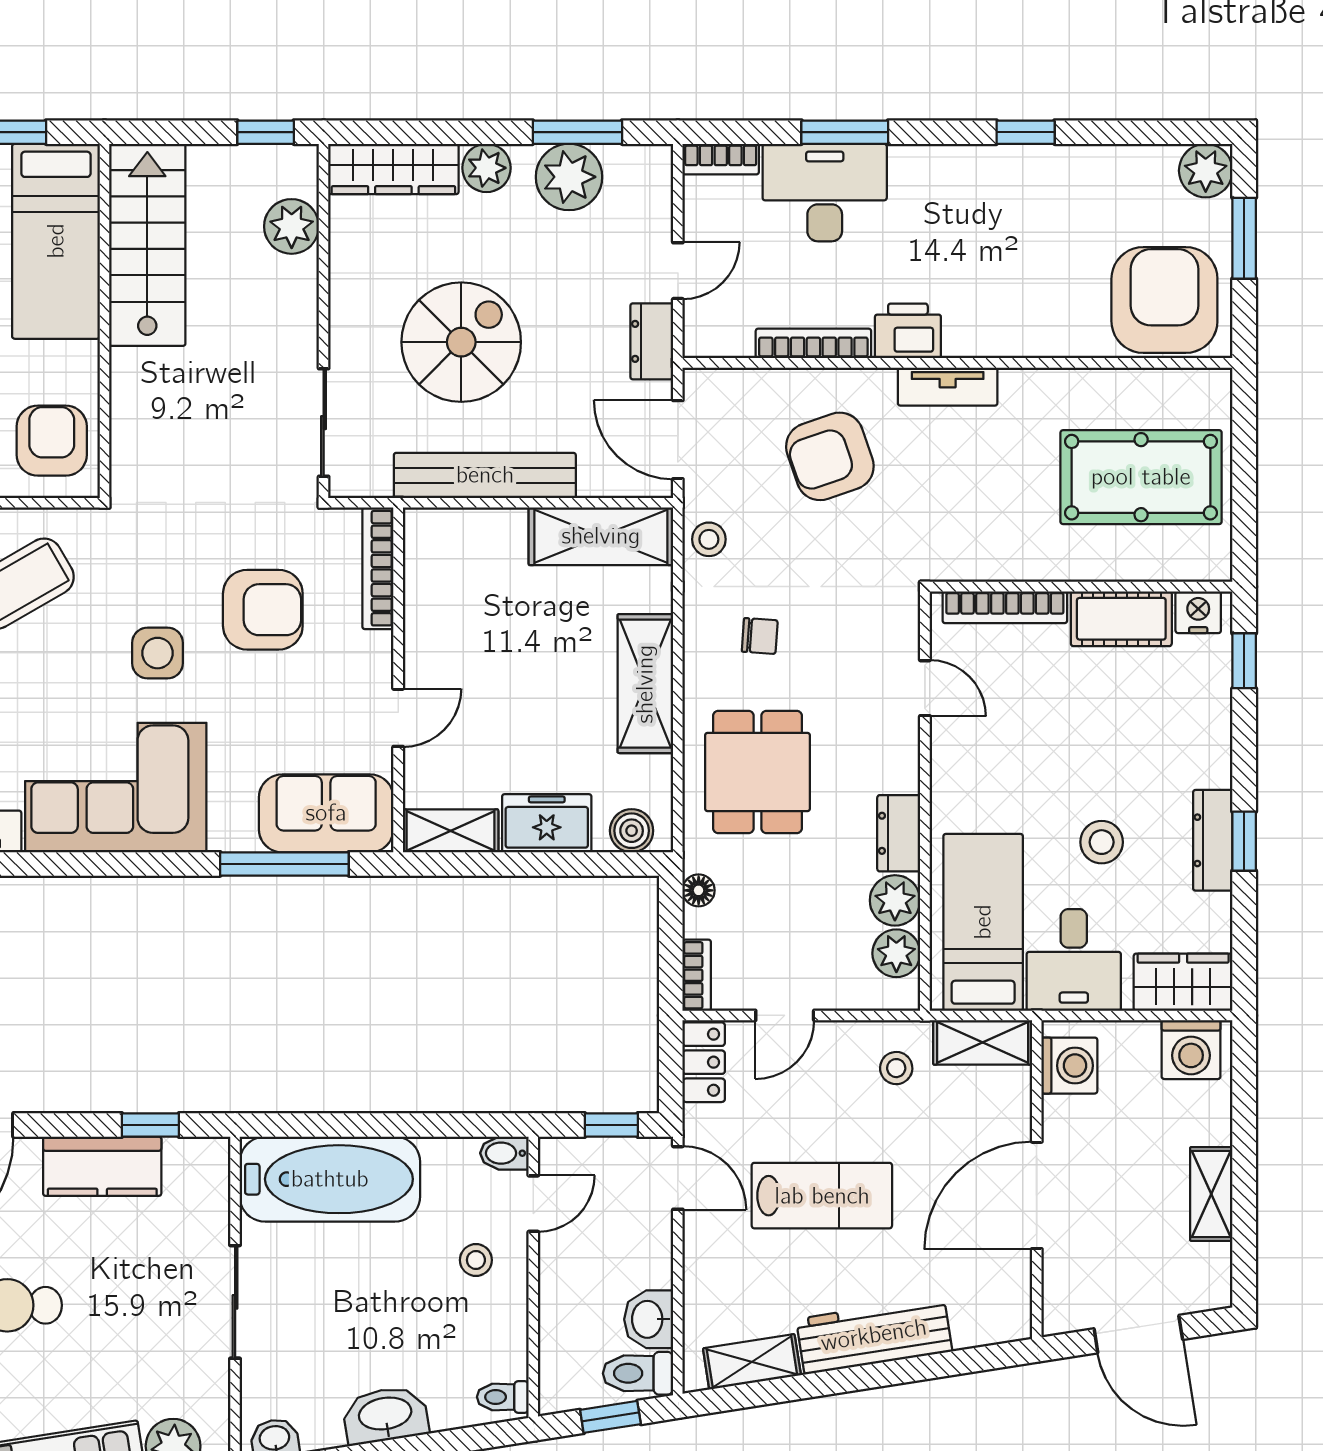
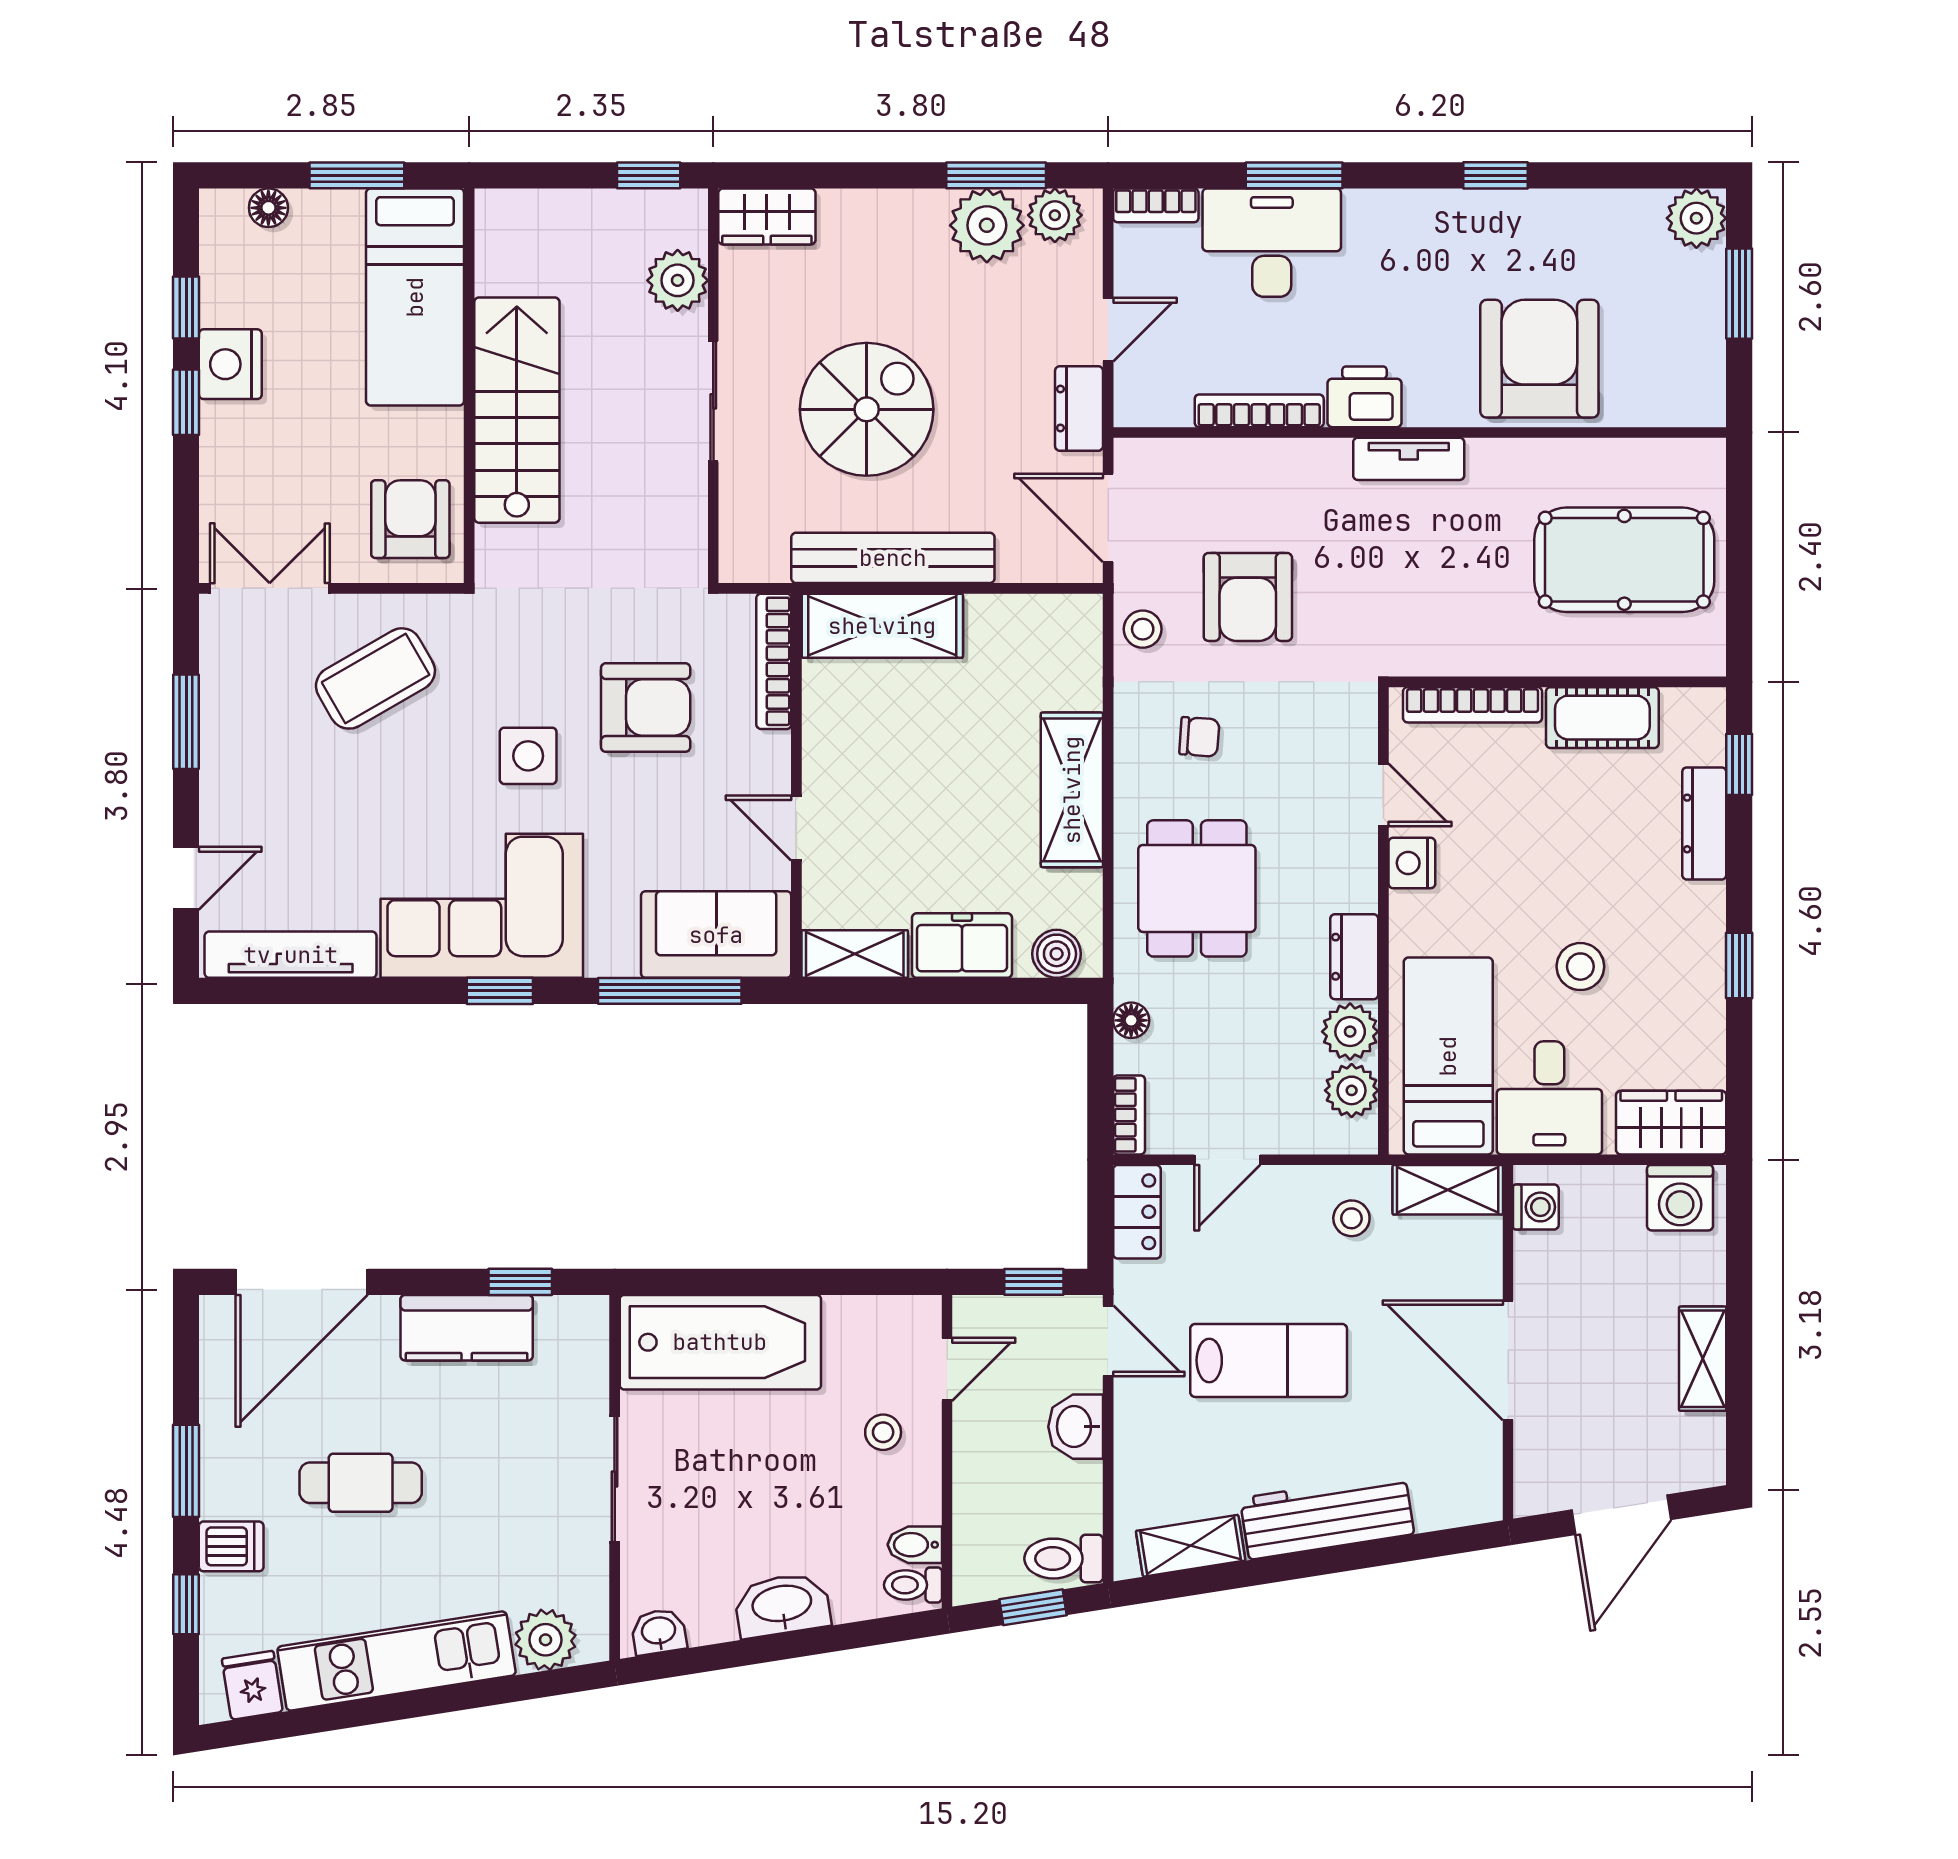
plant: (486, 168) -> (1055, 215), moved
wardrobe: (393, 169) -> (767, 216), width x0.67
stairs: (147, 245) -> (517, 410), moved
armchair: (1164, 300) -> (1539, 359), moved
sliding door: (324, 423) -> (713, 401), moved
armchair: (830, 456) -> (1248, 597), moved, turned -71
shelving: (601, 536) -> (882, 626), moved
nightstand: (1198, 612) -> (1412, 863), moved, turned -90
door: (398, 718) -> (796, 828), swing flipped
dresser: (1213, 840) -> (1704, 823), moved
window: (132, 864) -> (500, 991), added
washing machine: (1069, 1066) -> (1536, 1207), width x0.73, depth x0.73
bidet: (504, 1153) -> (915, 1545), moved
door: (1037, 1195) -> (1508, 1360), hinge flipped
washbasin: (649, 1319) -> (1076, 1427), moved
door: (1138, 1334) -> (1621, 1515), hinge flipped

